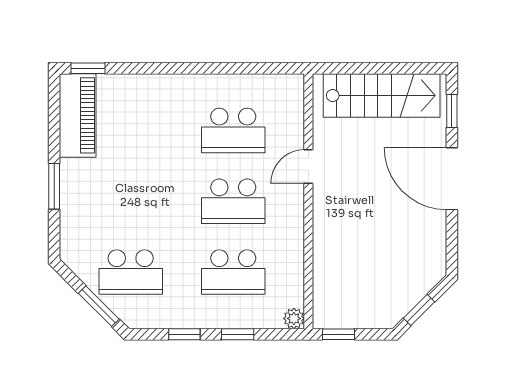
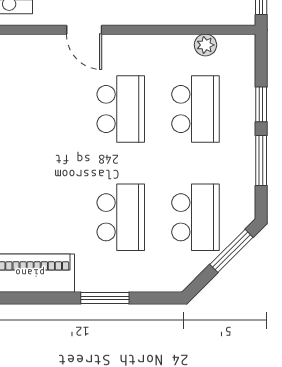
school desk: (233, 130) -> (121, 217), moved
plant: (294, 318) -> (205, 45), moved
window: (184, 334) -> (261, 161), width x1.50

